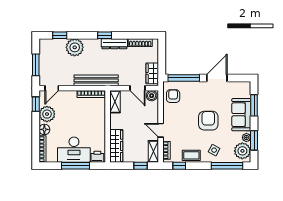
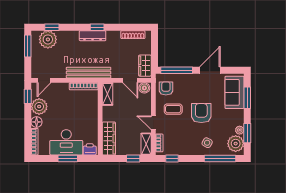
dresser: (114, 44) -> (93, 36), moved
plant: (75, 47) -> (48, 39), moved
window: (36, 65) -> (28, 46), moved
sofa: (241, 115) -> (234, 92), moved
coffee table: (191, 155) -> (173, 109), moved
window: (75, 166) -> (68, 159), width x0.69

